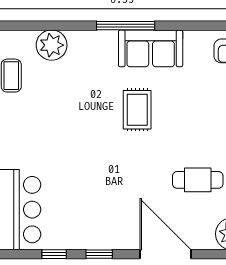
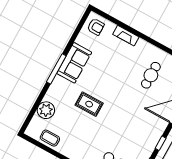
rug: (137, 110) -> (89, 104), moved

